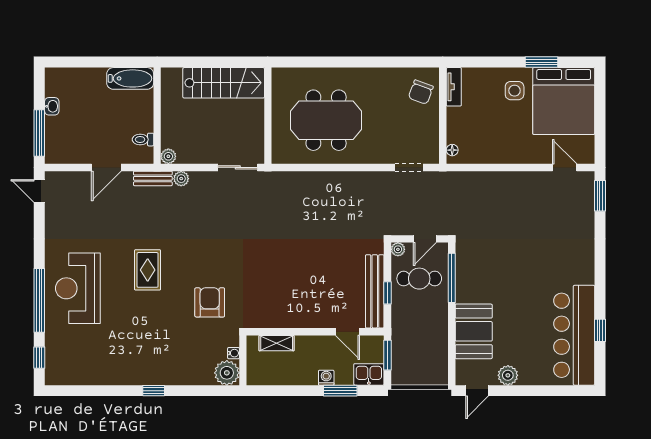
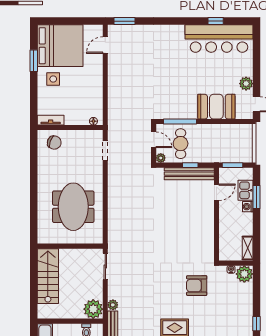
plant: (168, 156) -> (93, 309), width x1.87, depth x1.87
shelving: (277, 343) -> (248, 248), moved
kitchen sink: (369, 374) -> (245, 190), moved

